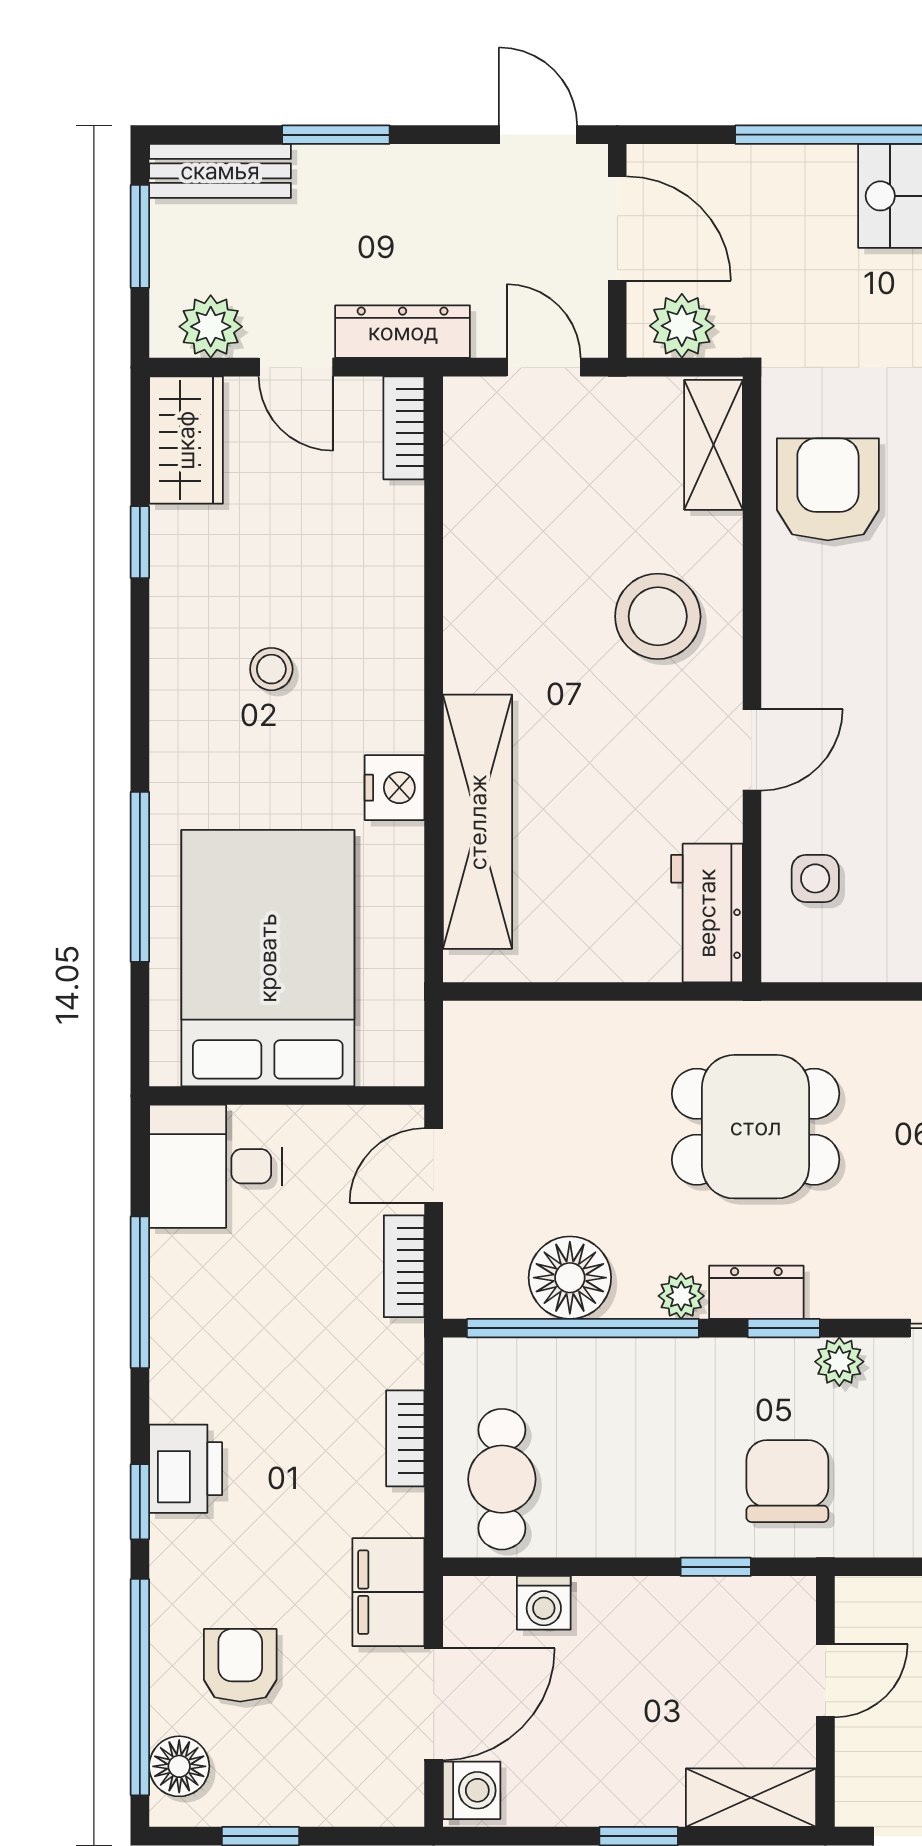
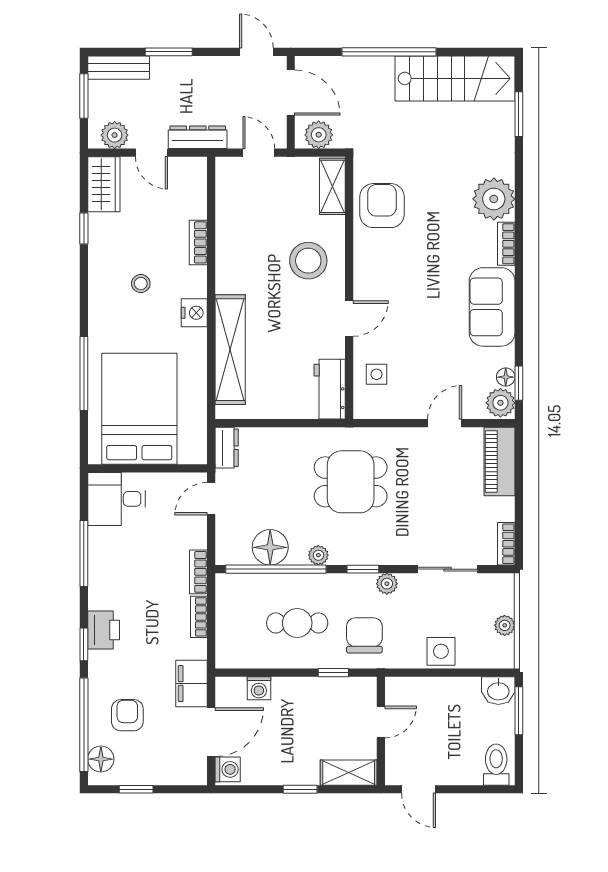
bookcase: (404, 428) -> (198, 242), moved
nightstand: (395, 788) -> (194, 313), moved
bookcase: (404, 1266) -> (198, 572), moved
dresser: (756, 1292) -> (227, 448), moved, turned 90
cafe table: (502, 1479) -> (297, 623), moved, turned 90

